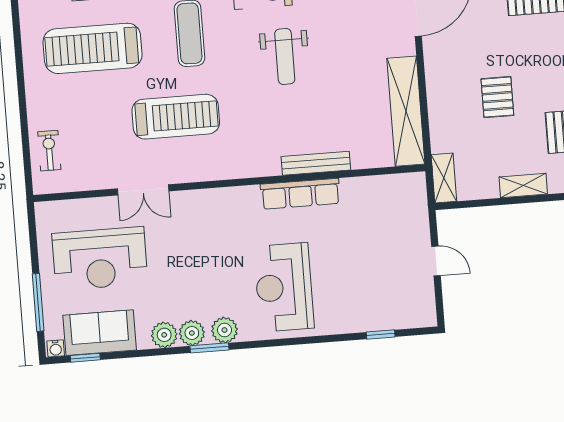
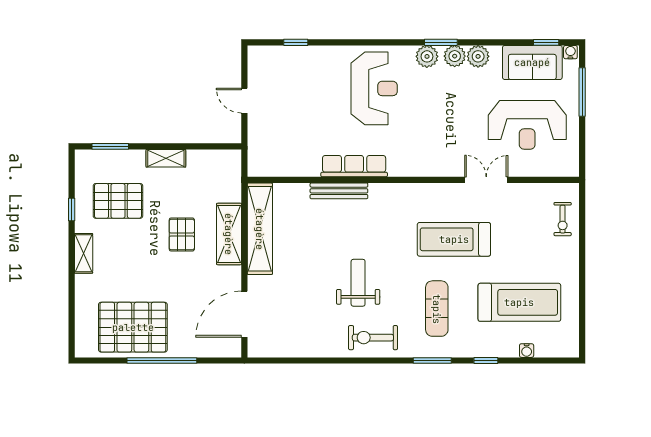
shelving: (444, 178) -> (229, 234), moved, width x1.50, depth x1.33
reception desk: (100, 259) -> (527, 125), turned 180

